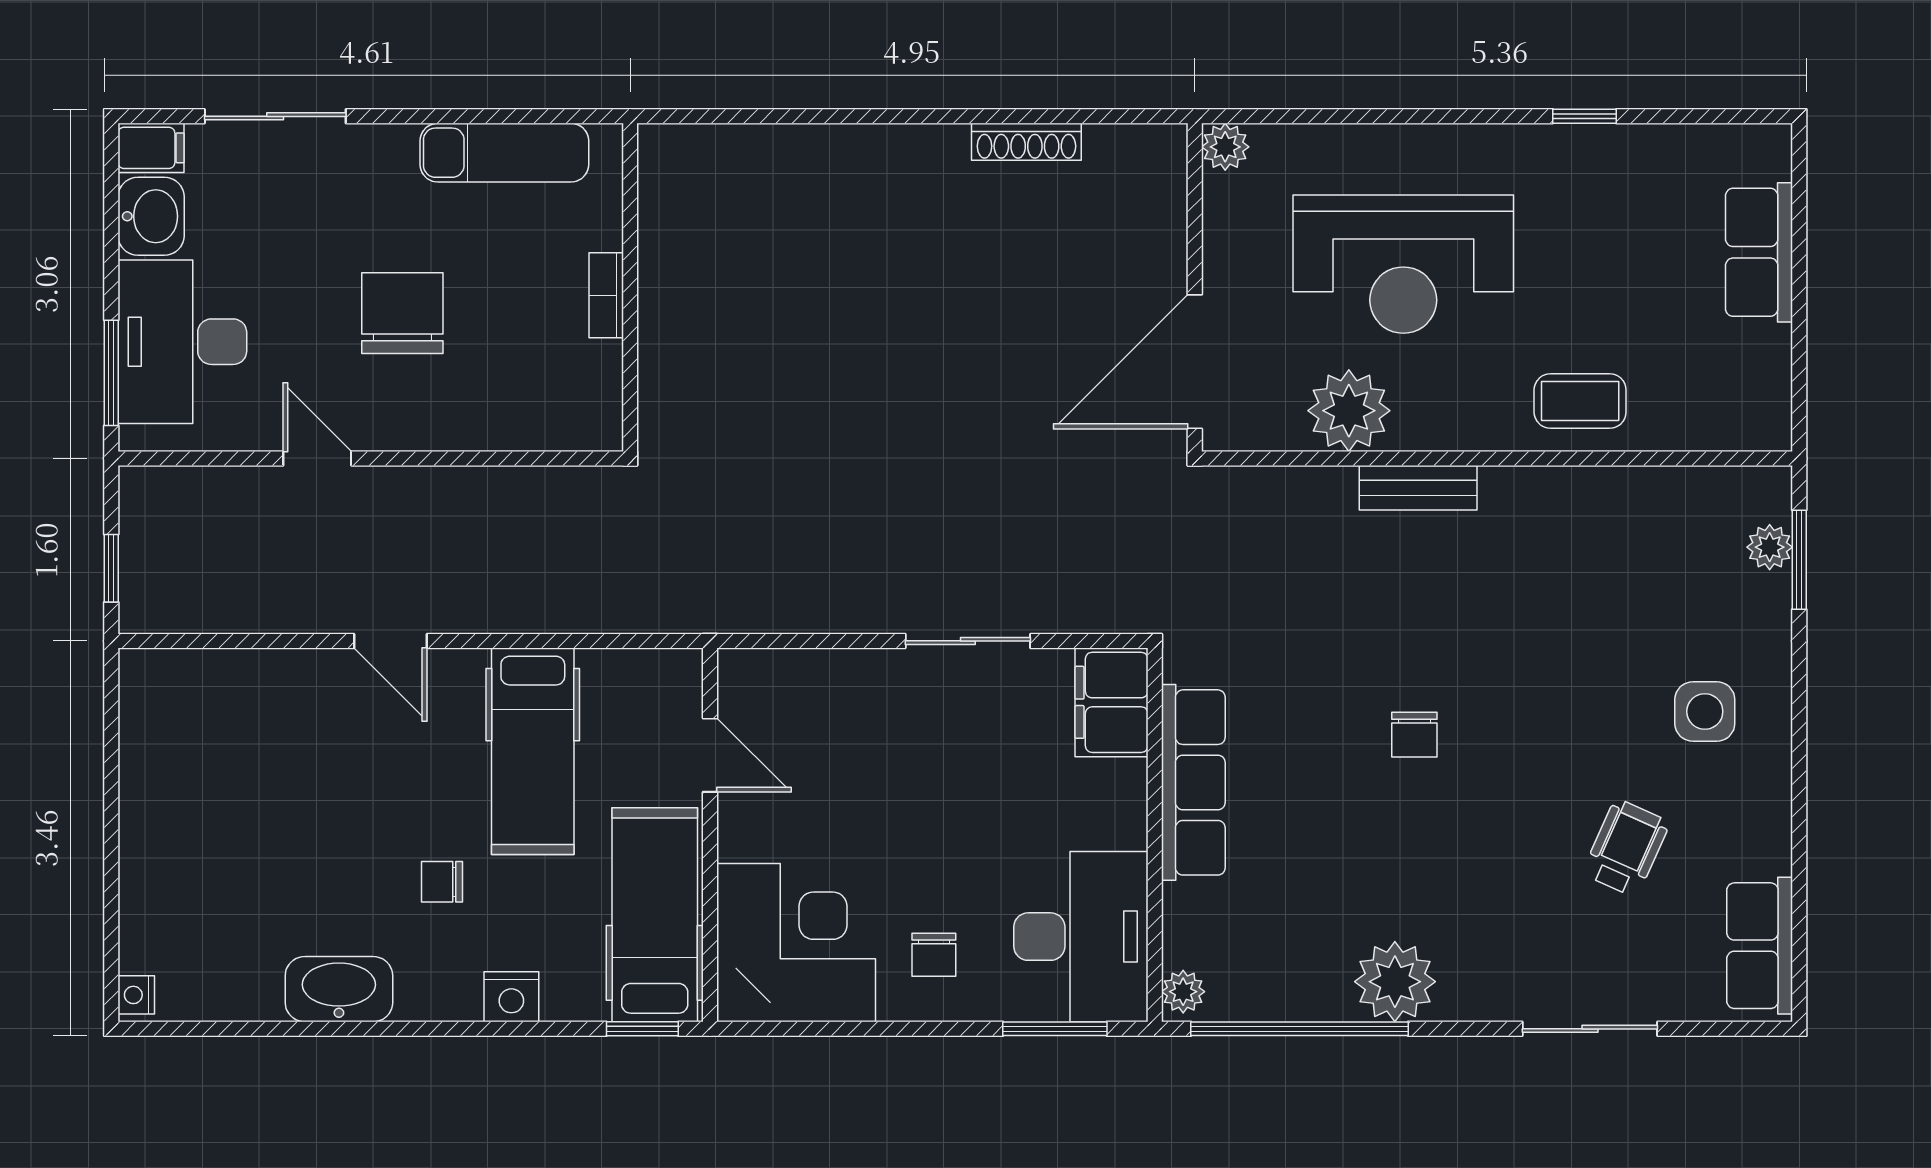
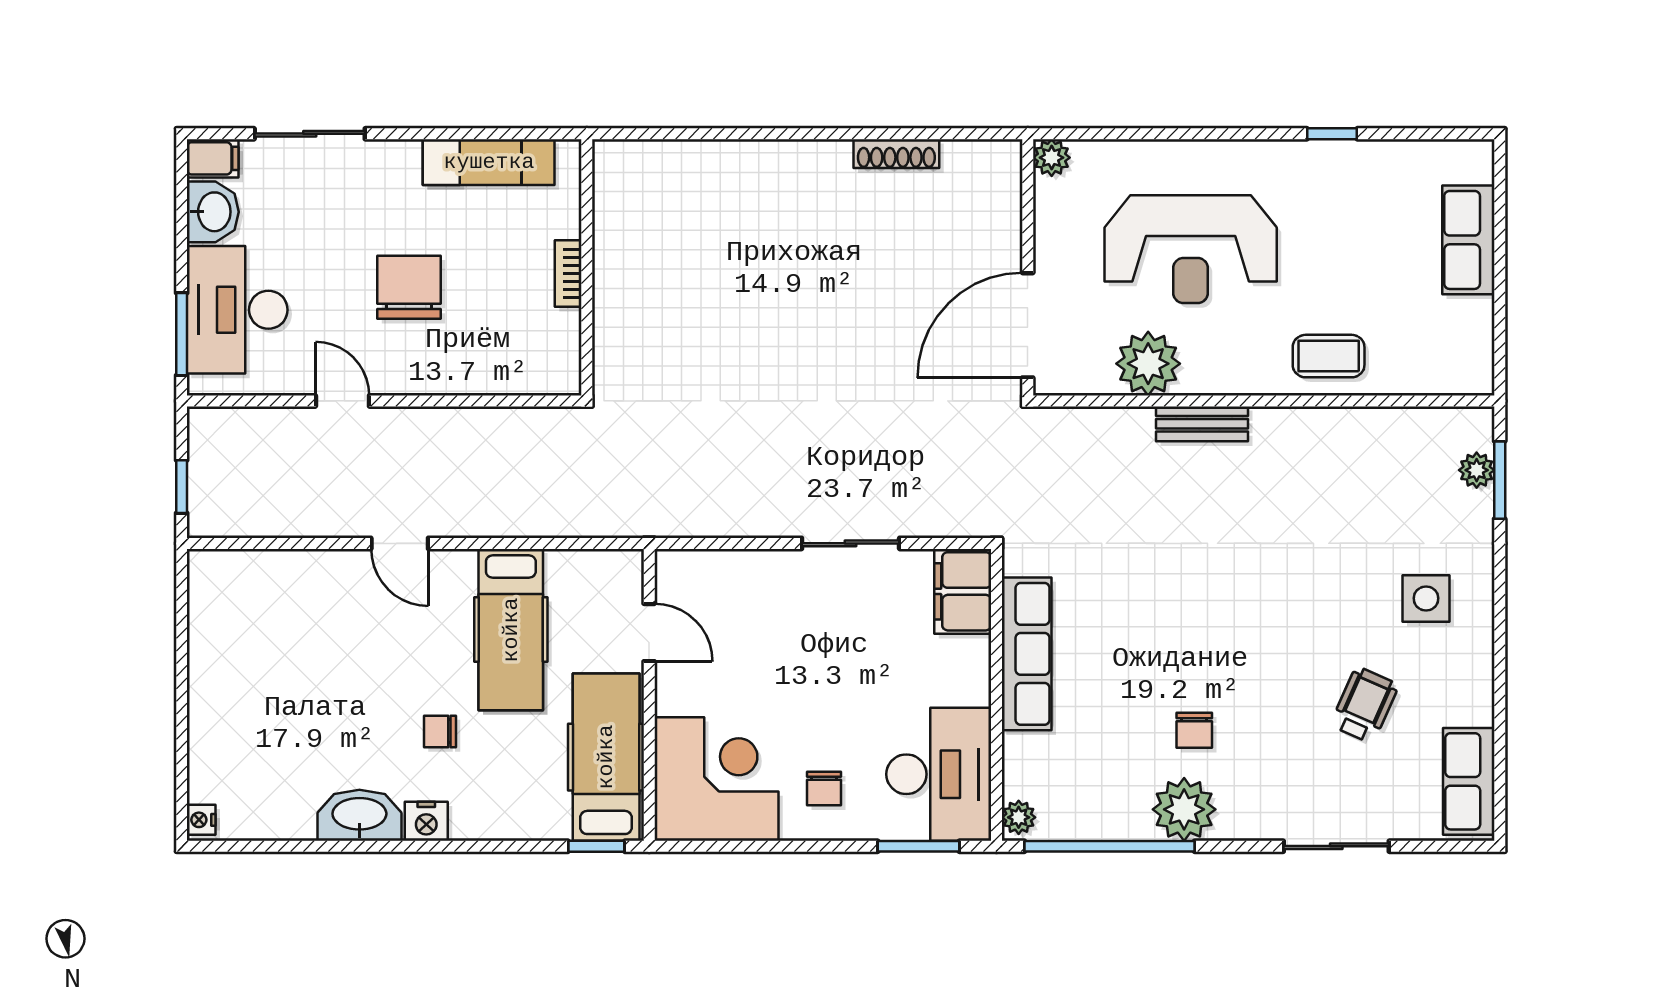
chair: (1414, 735) -> (1194, 730), moved
nightstand: (511, 997) -> (426, 821), moved

